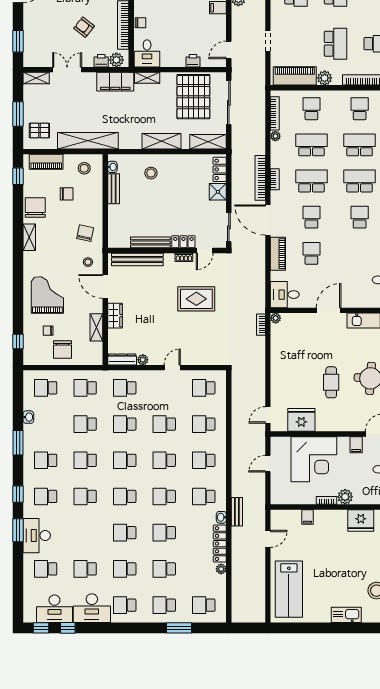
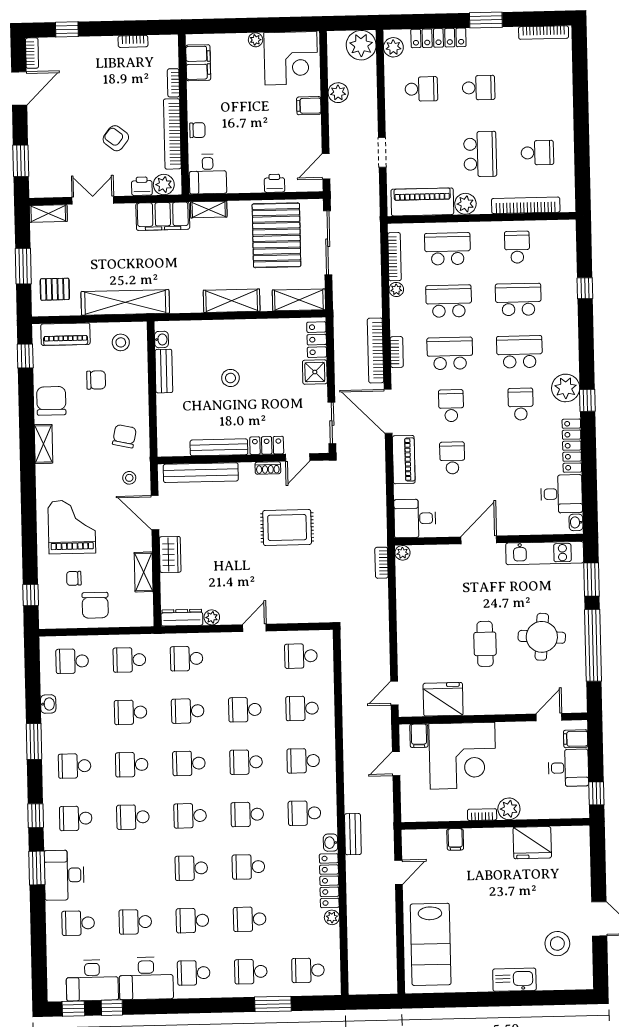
school desk: (311, 109) -> (447, 249), width x1.85
stool: (151, 173) -> (230, 378), moved
filing cabinet: (356, 445) -> (419, 736), moved

